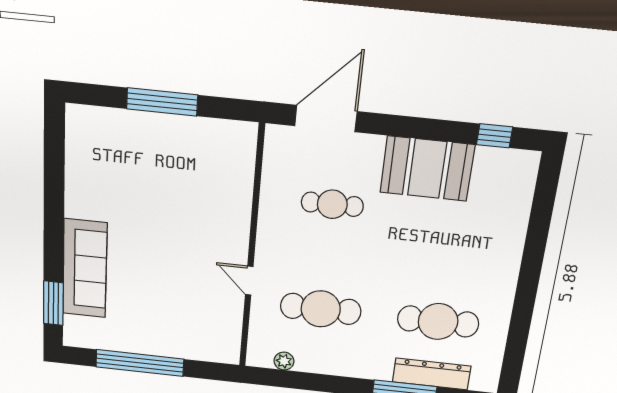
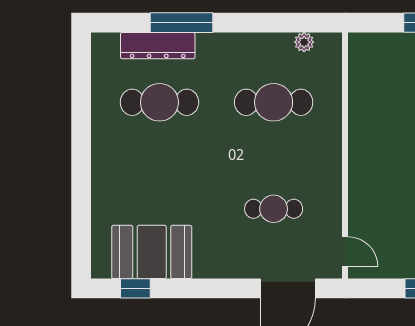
booth: (427, 169) -> (152, 252), moved
door: (249, 281) -> (345, 252), moved

